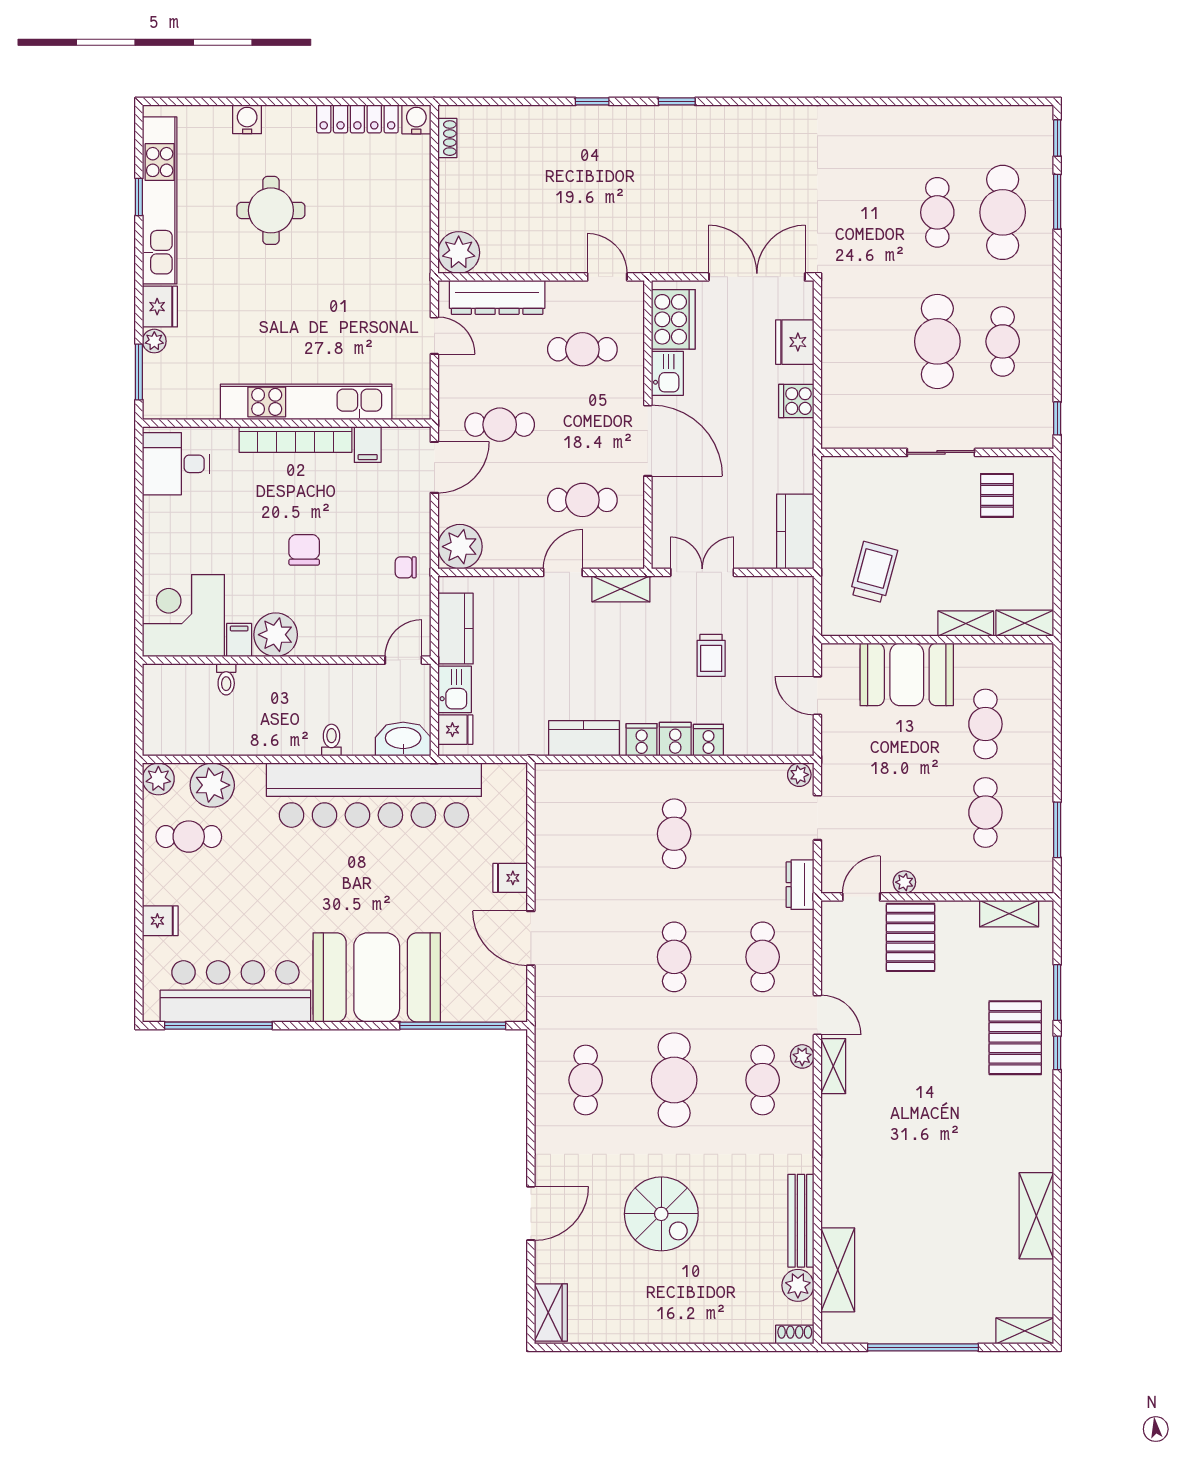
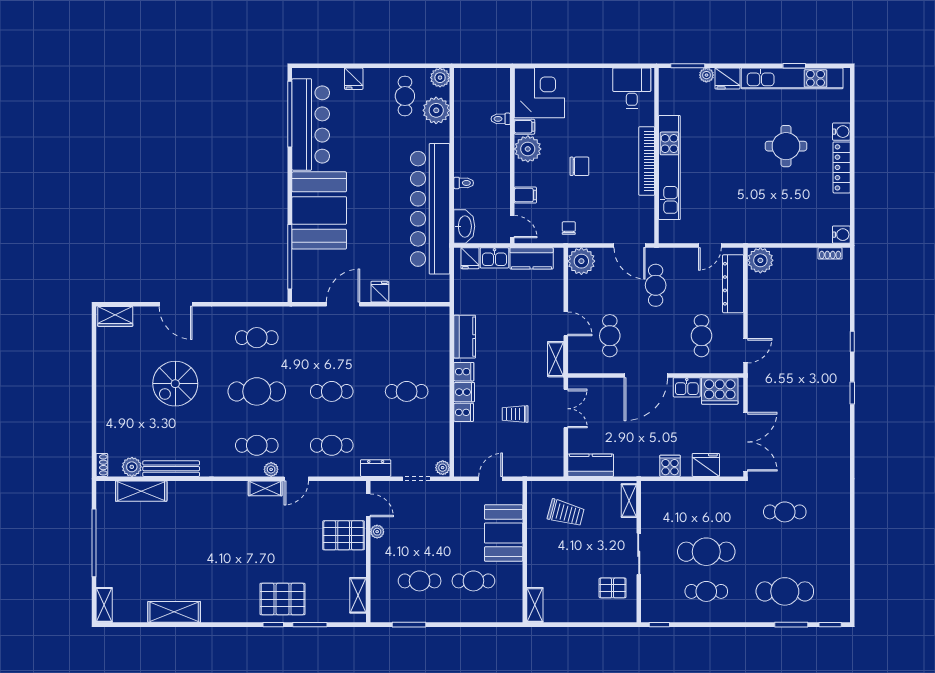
locker: (357, 119) -> (842, 167), moved
cafe table: (937, 212) -> (785, 512), moved
filing cabinet: (368, 445) -> (525, 195), moved, turned 180
shelving: (966, 623) -> (629, 501), moved

